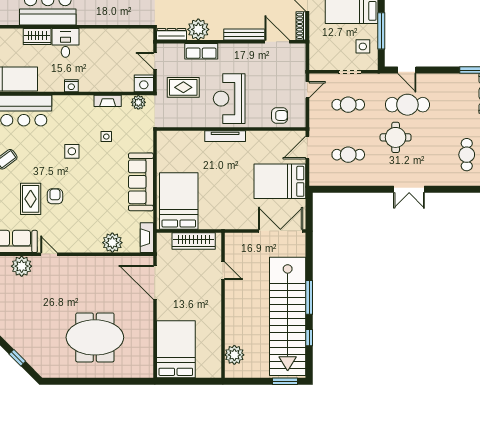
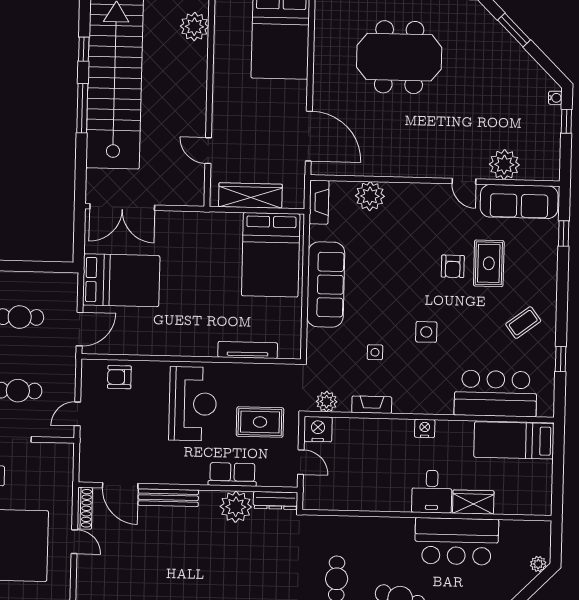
tv unit: (225, 136) -> (248, 350), moved
window: (17, 358) -> (514, 30), width x1.50

